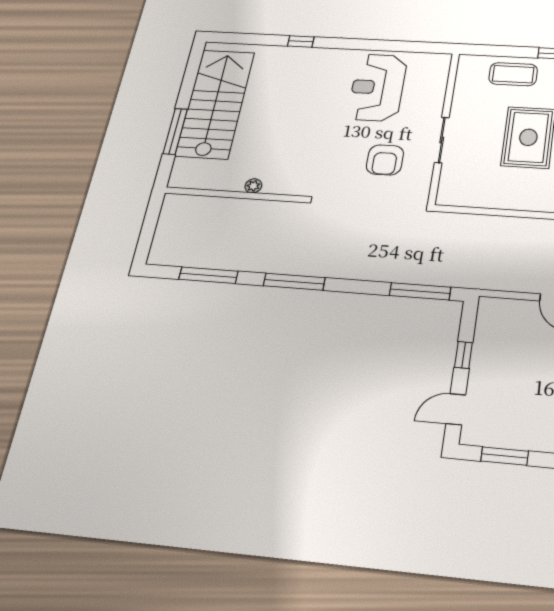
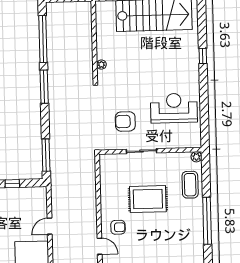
plant: (467, 62) -> (196, 157), added
plant: (253, 186) -> (101, 65), moved
window: (208, 275) -> (43, 39), width x1.46

